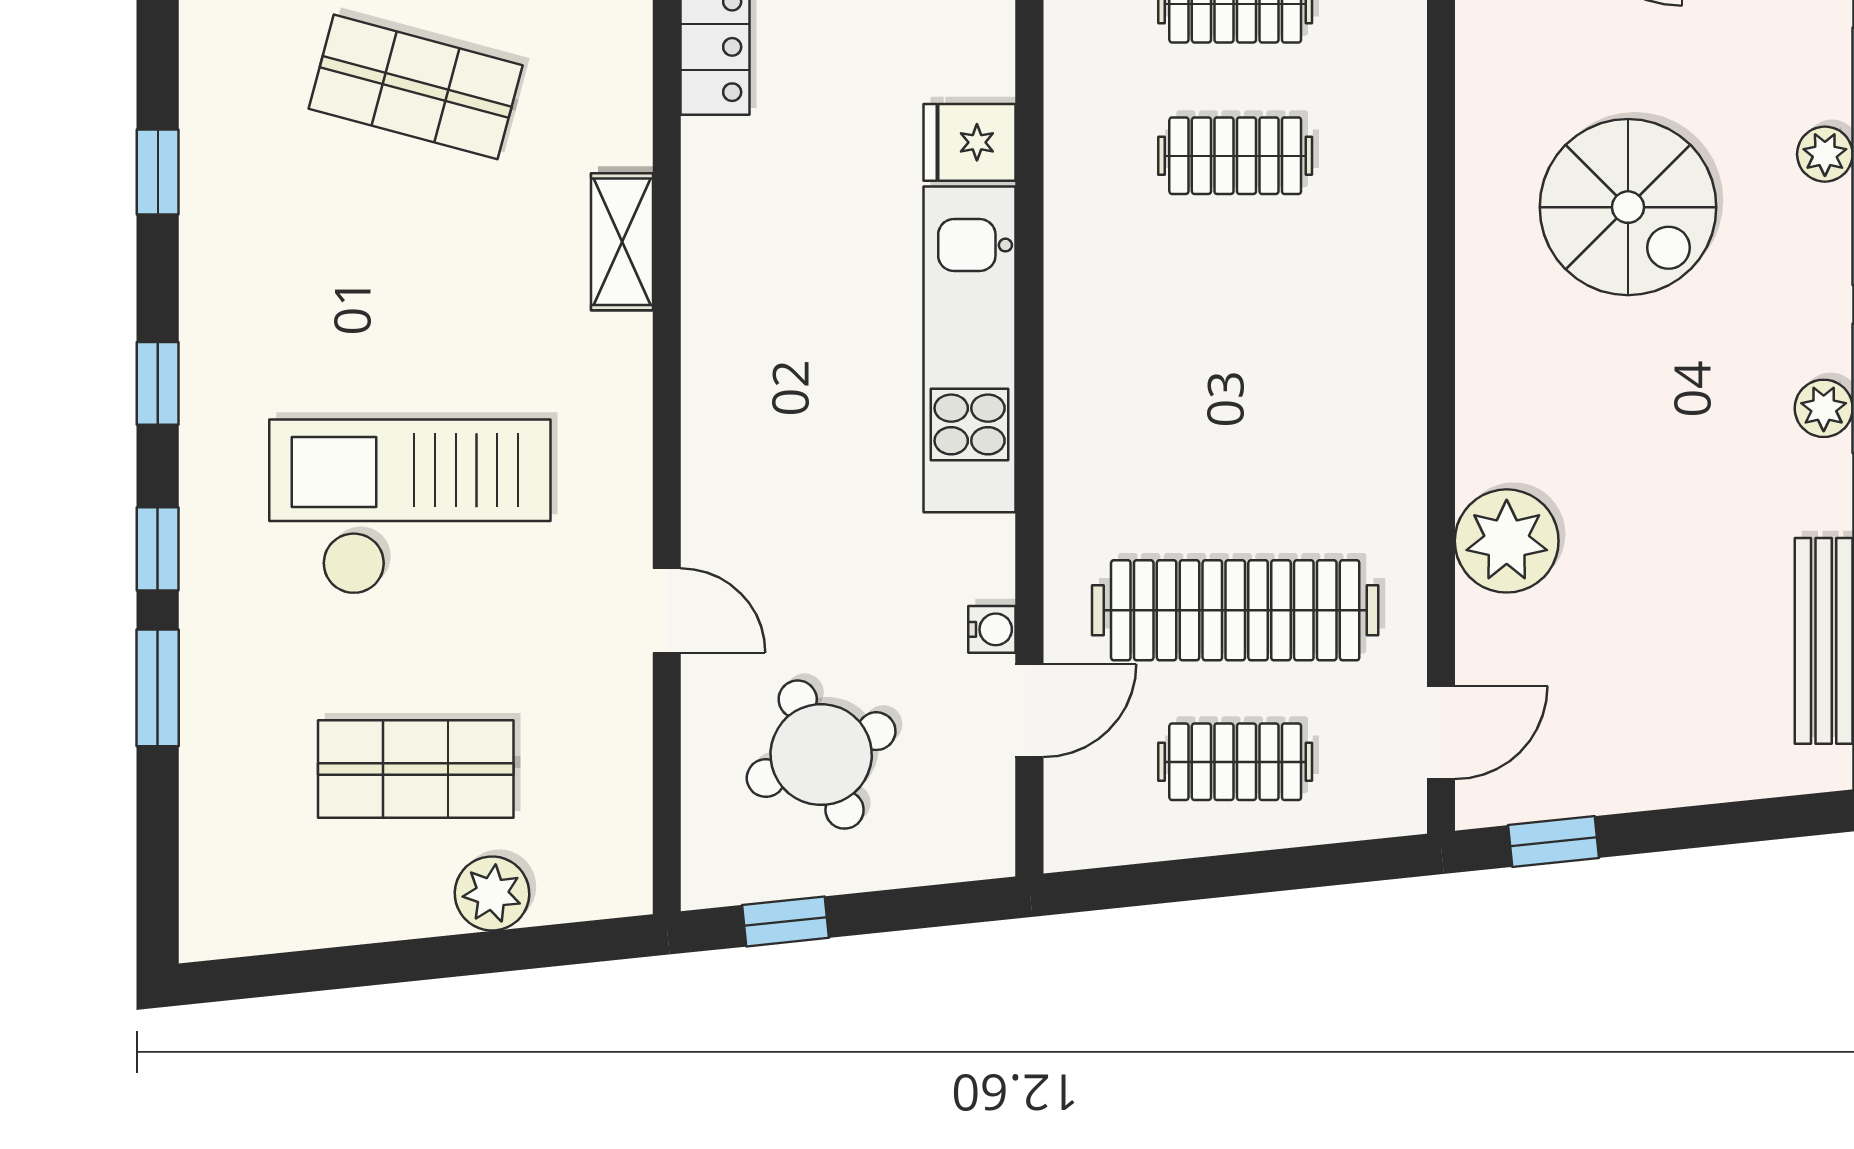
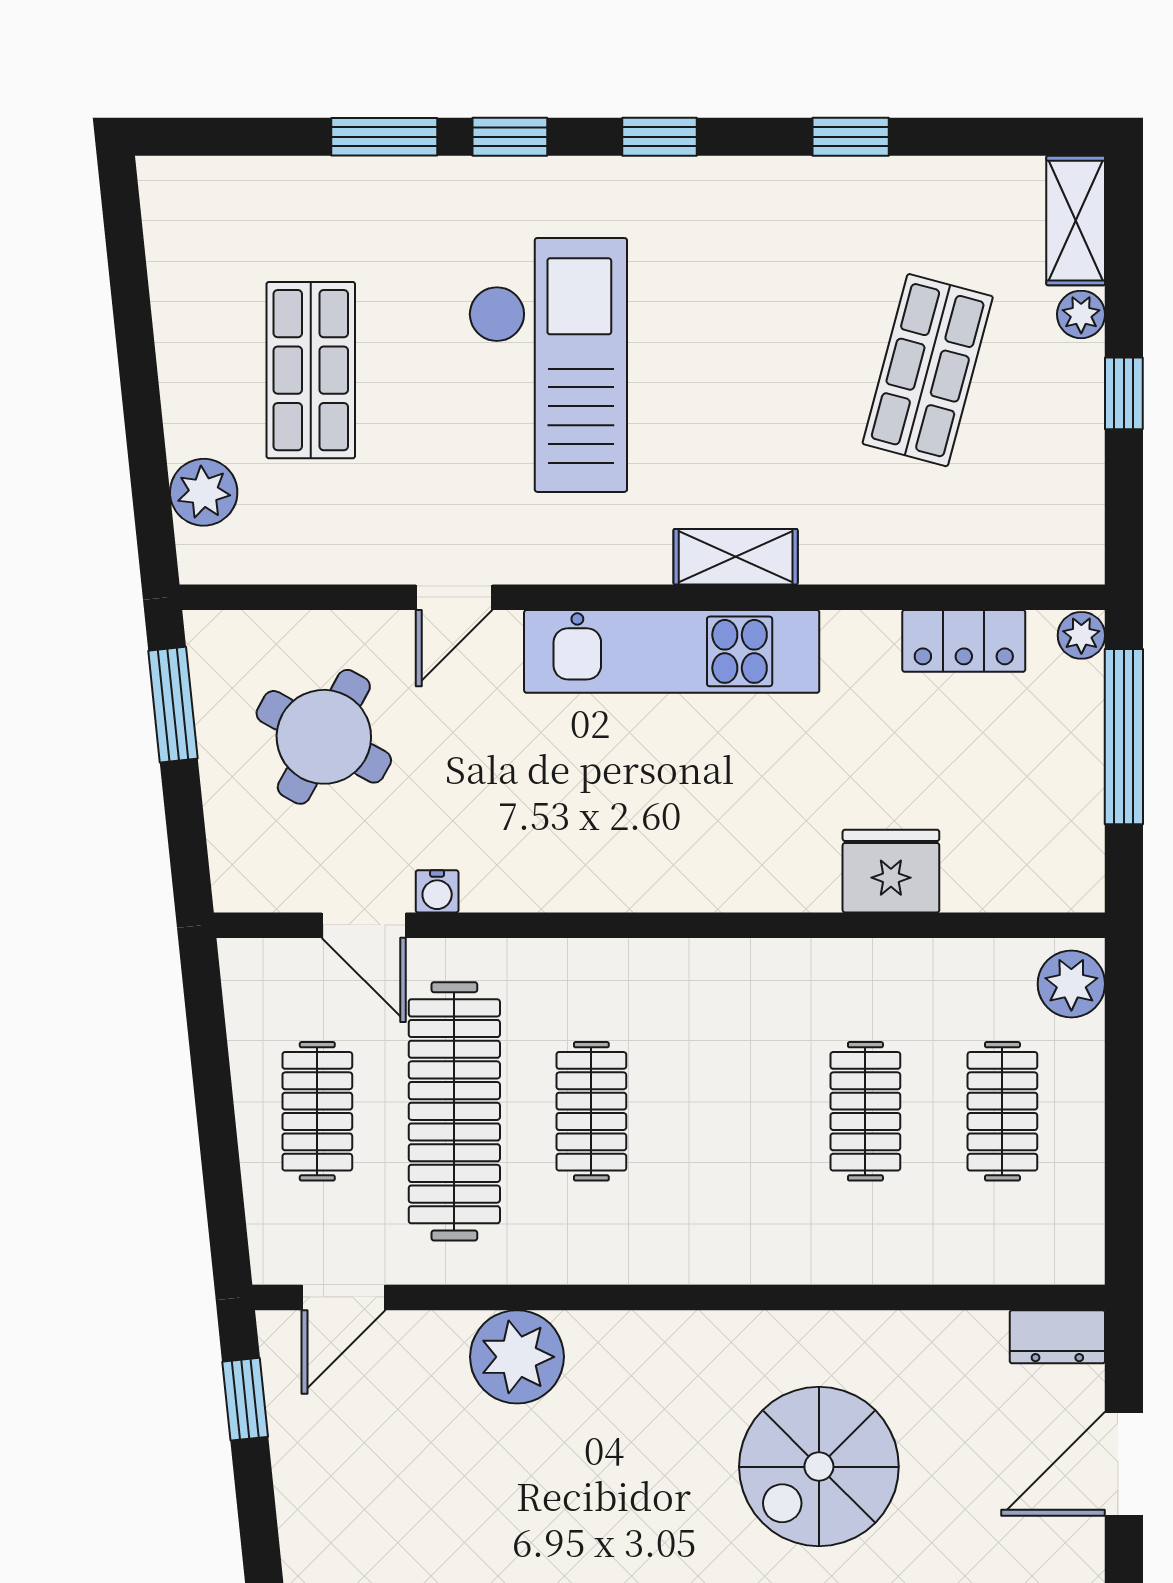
fridge: (970, 142) -> (891, 871), width x1.38
shelving: (622, 242) -> (736, 557), moved
kitchen unit: (970, 349) -> (672, 651), moved, turned 180
clothes rail: (1235, 459) -> (591, 1111), added
door: (1441, 733) -> (344, 1297), hinge flipped
round table: (821, 755) -> (324, 737), turned -38
plant: (492, 894) -> (204, 492), moved
window: (786, 921) -> (173, 705), width x1.50

